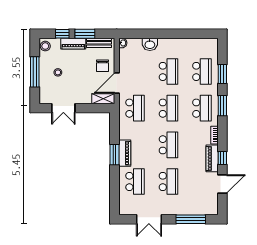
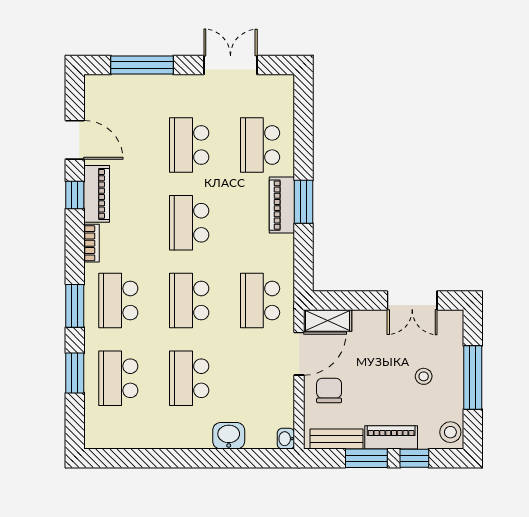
double door: (63, 108) -> (412, 301), swing flipped
door: (222, 184) -> (75, 140), swing flipped

